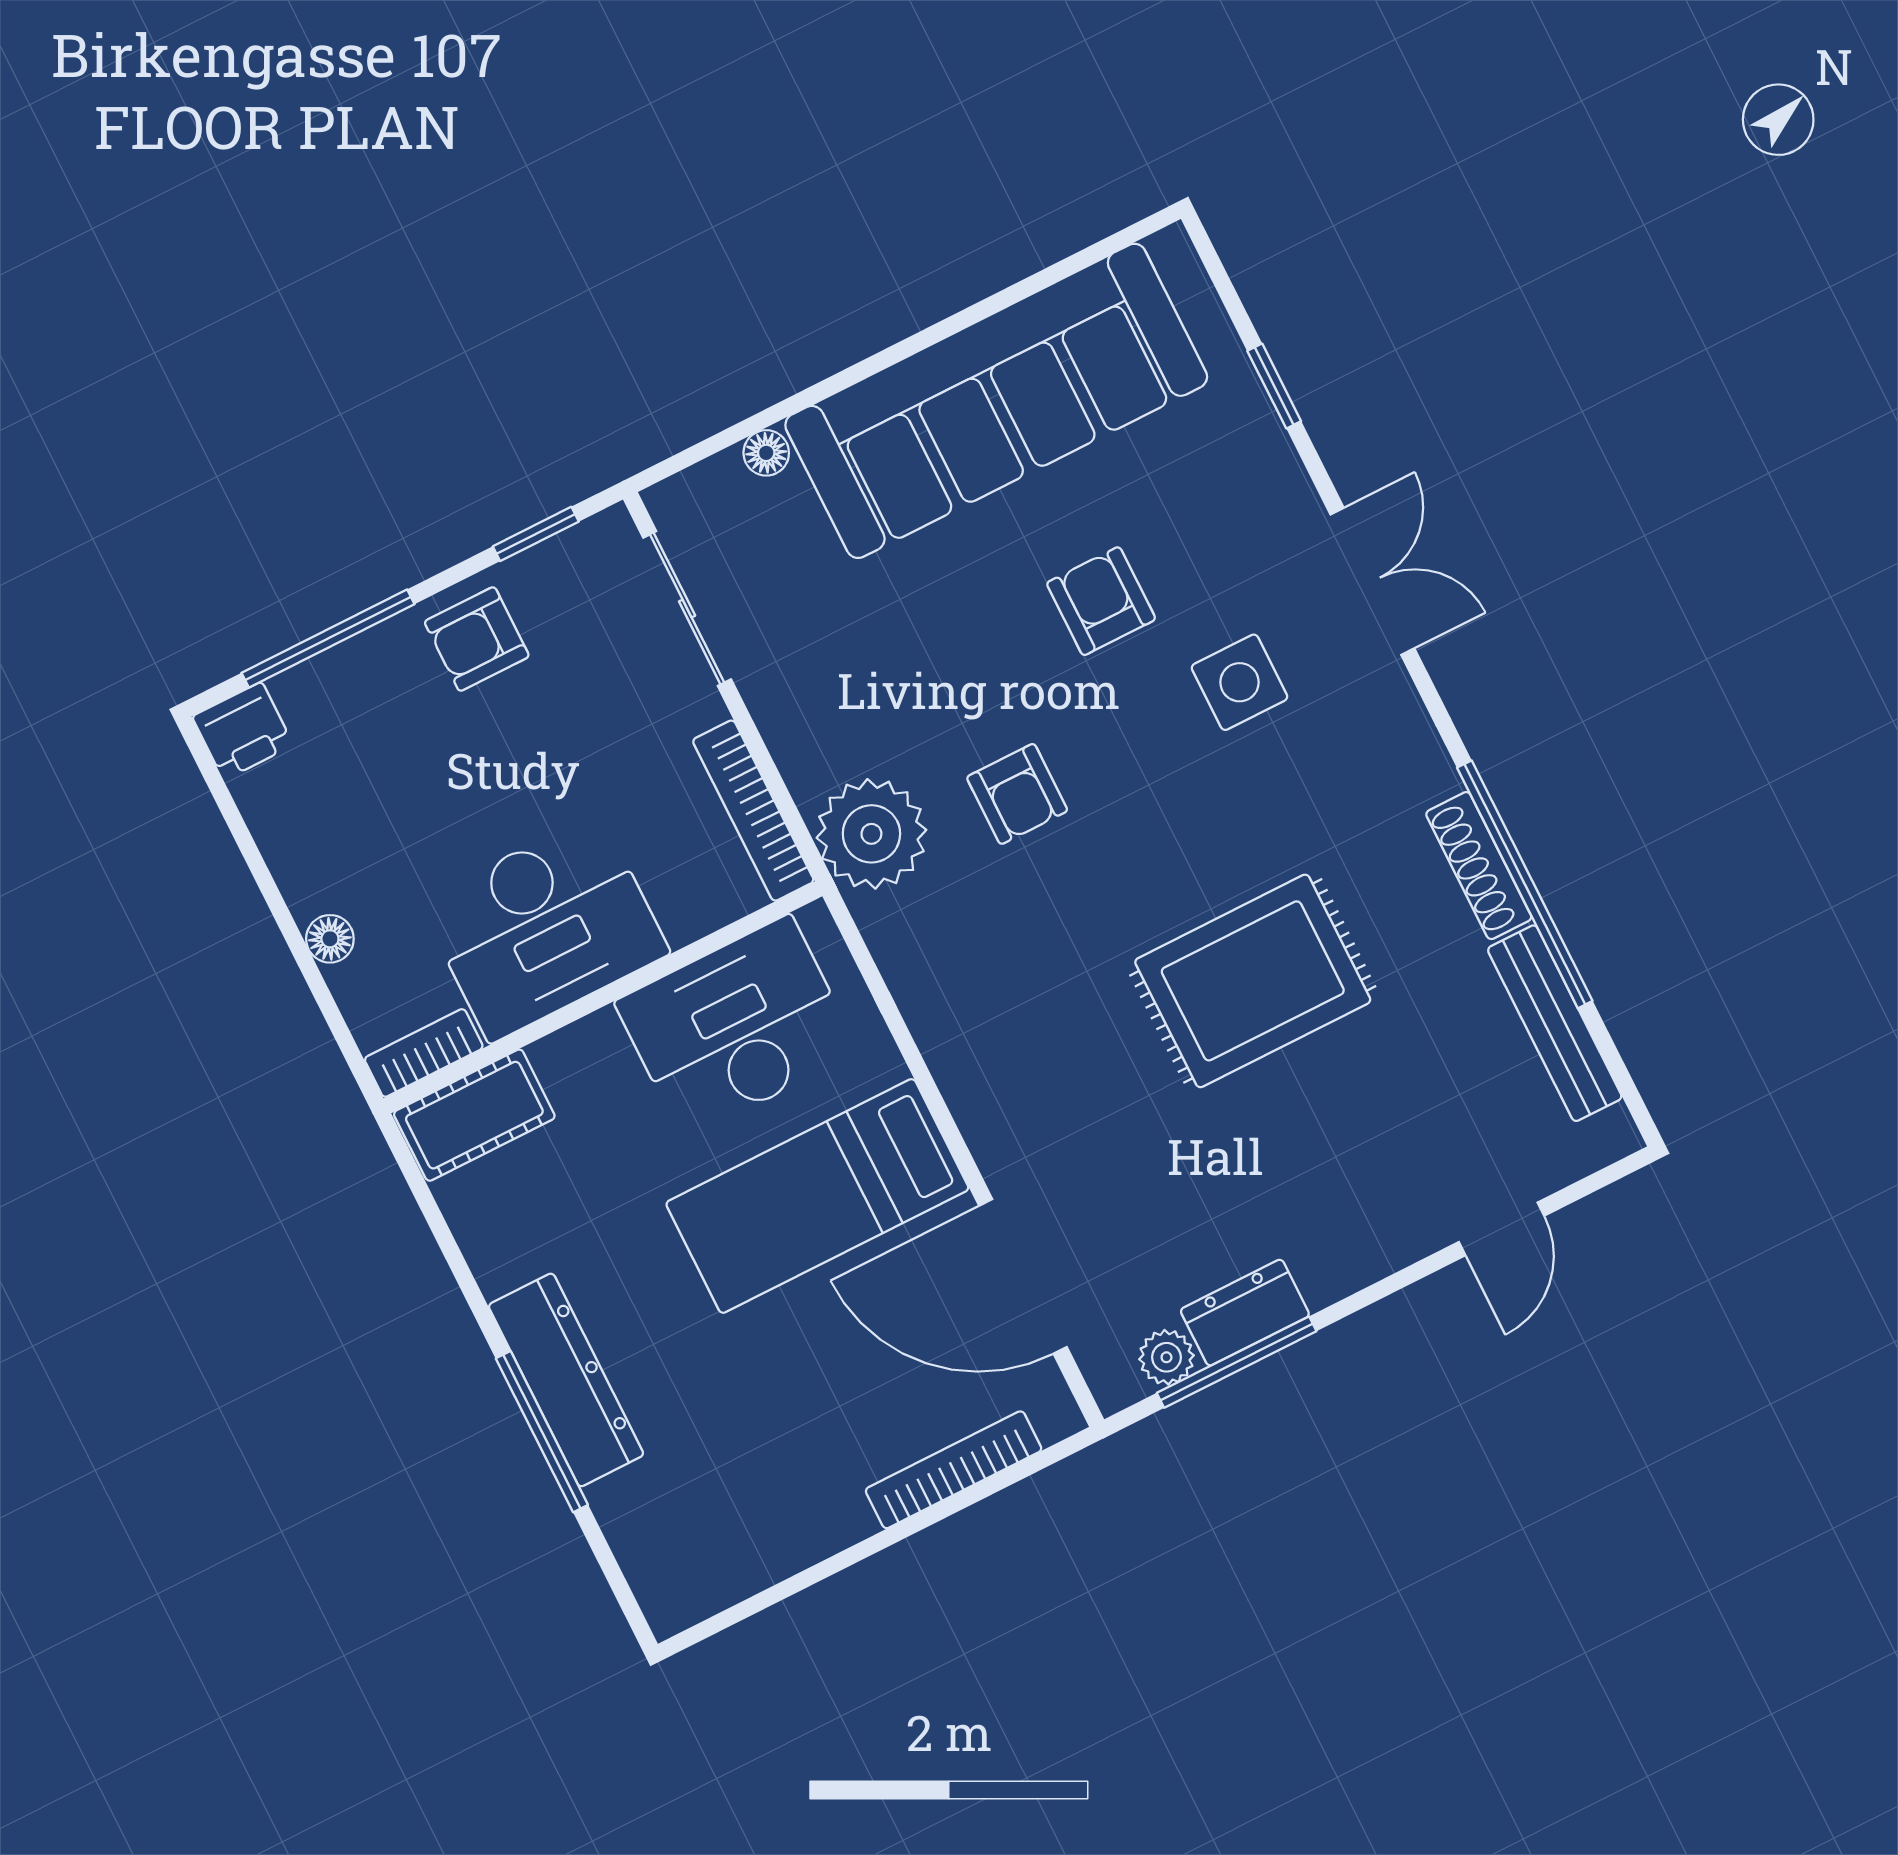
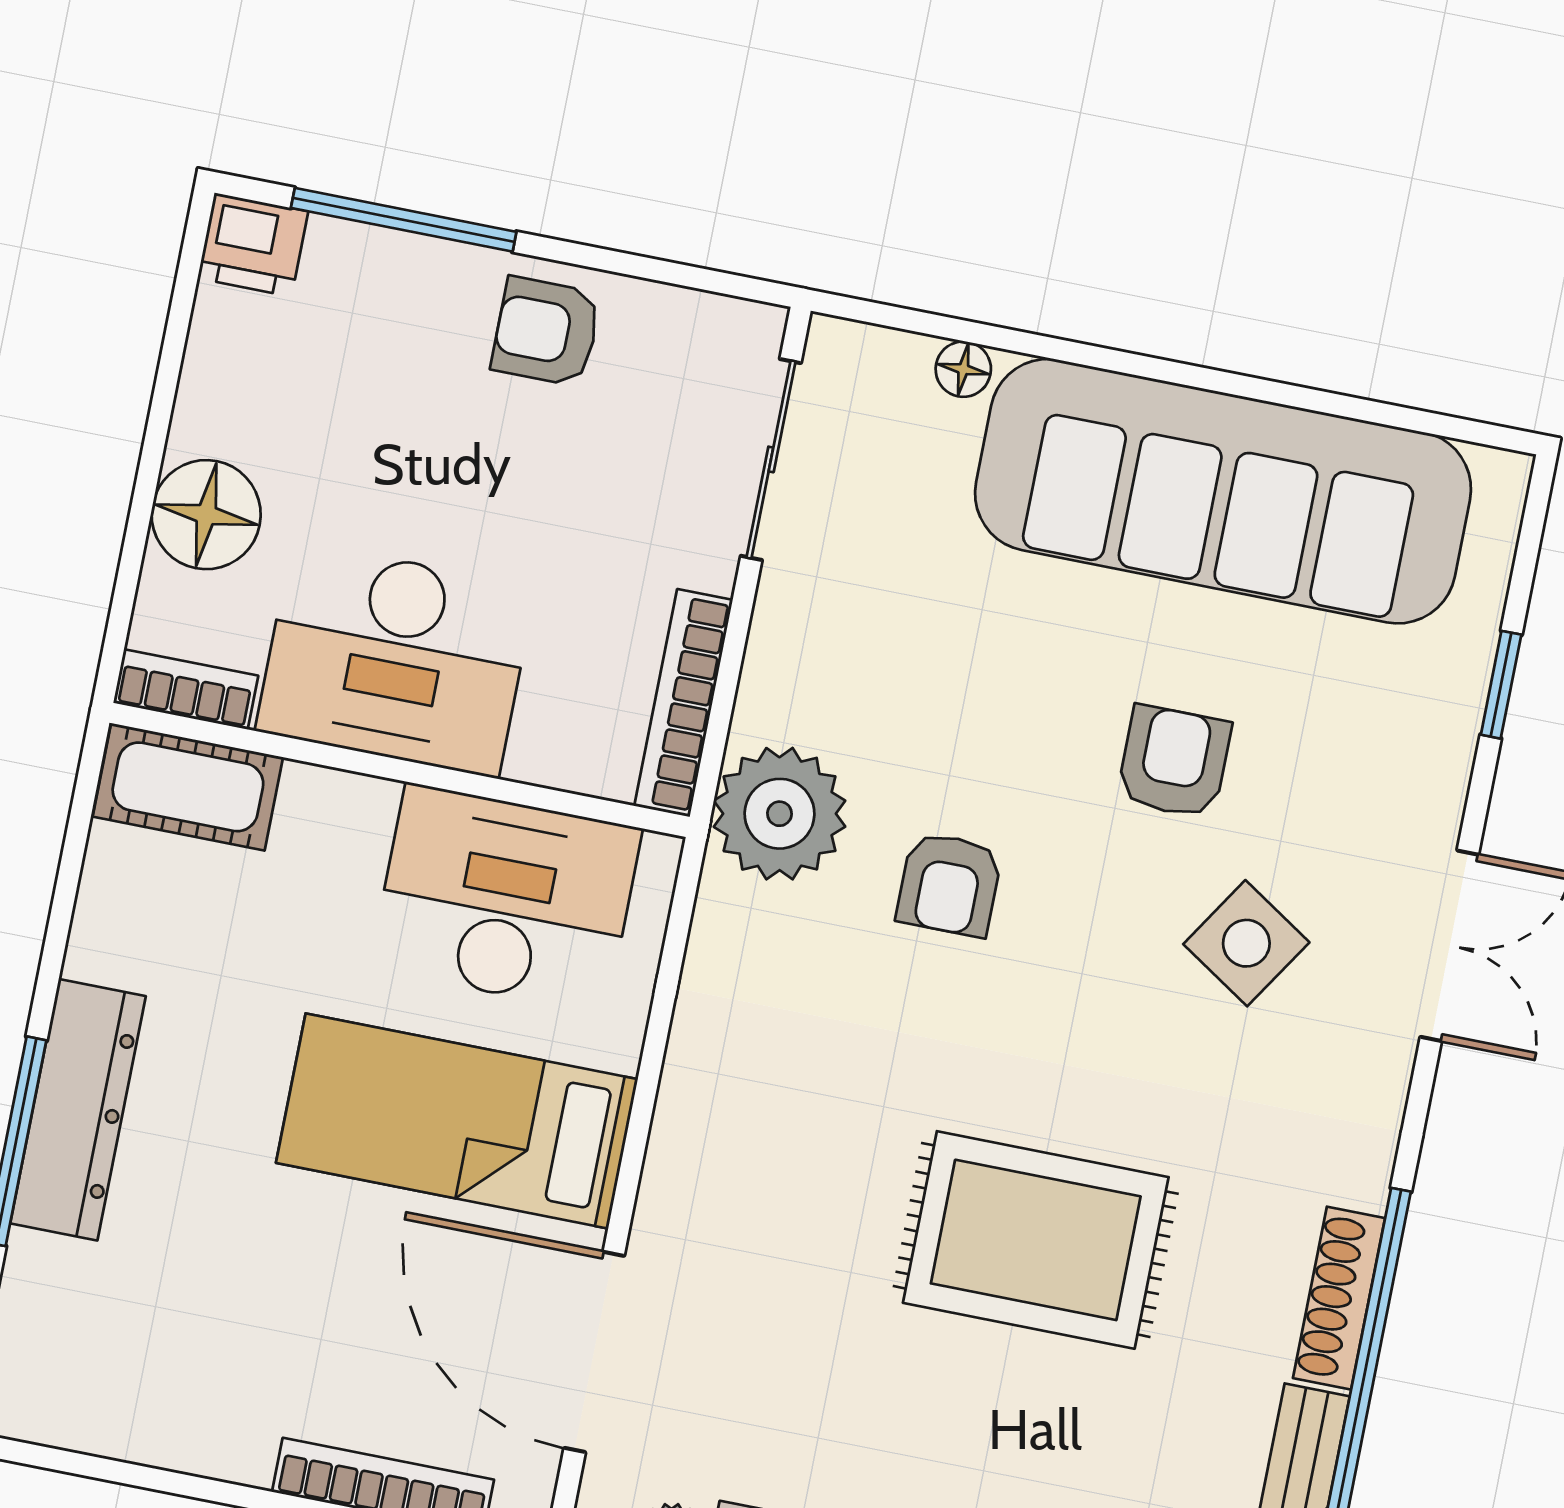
window: (536, 534) -> (681, 275), removed
side table: (1240, 682) -> (1246, 943), turned 33
floor lamp: (330, 939) -> (206, 515), width x1.89, depth x1.89

